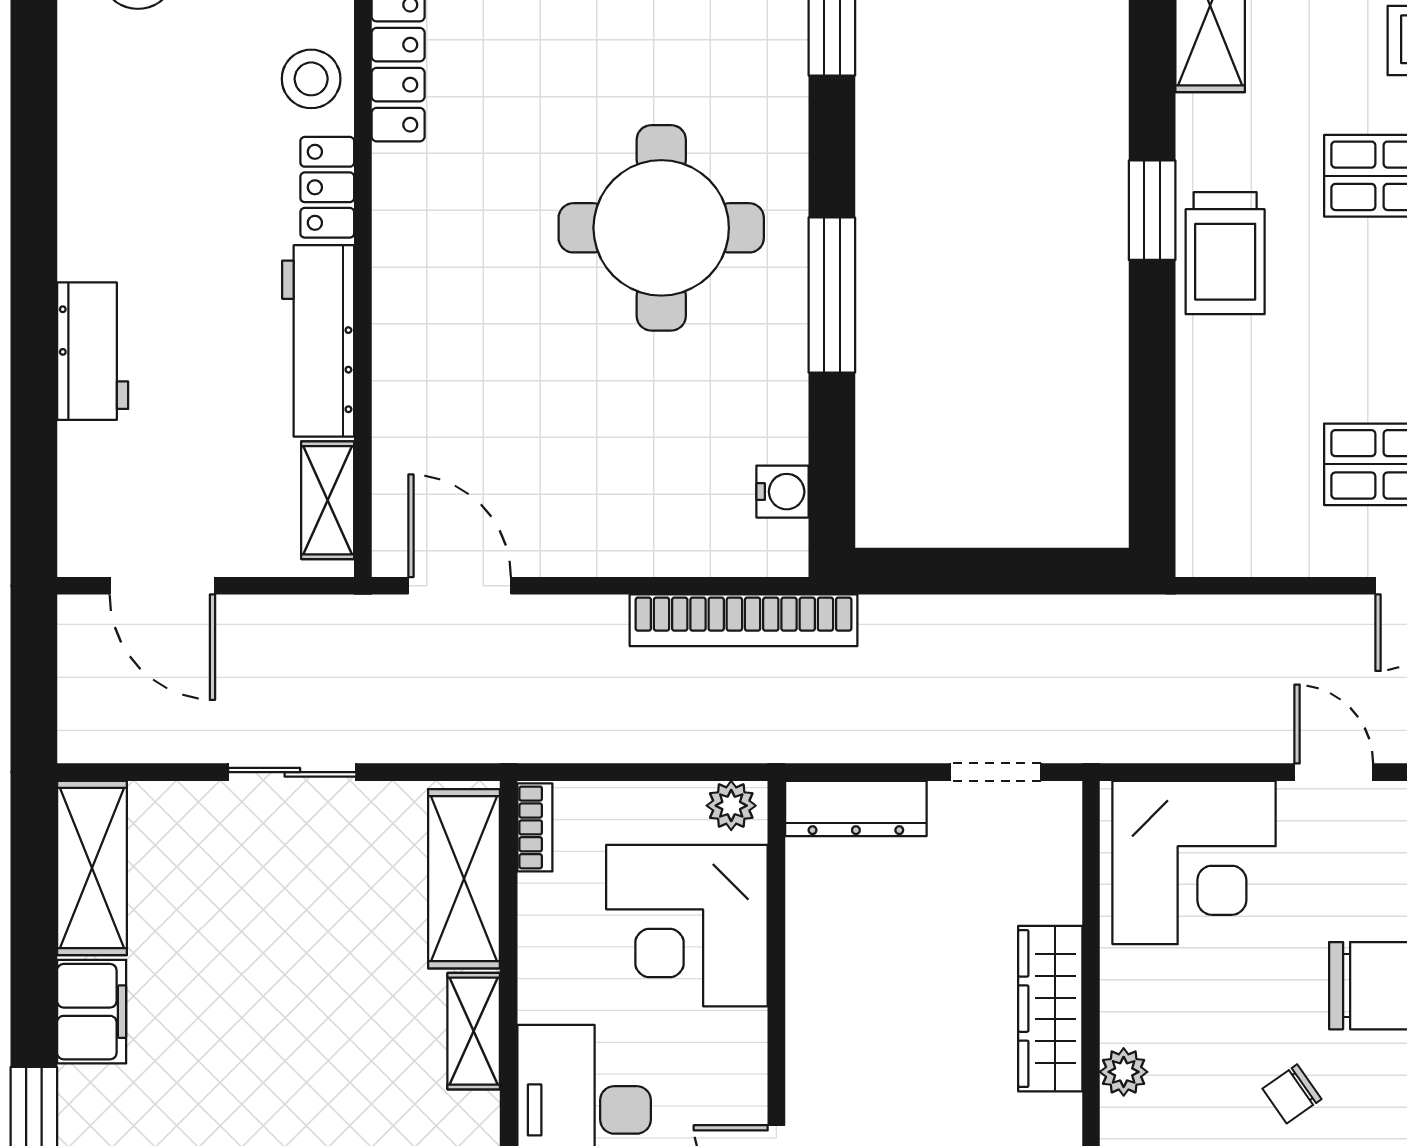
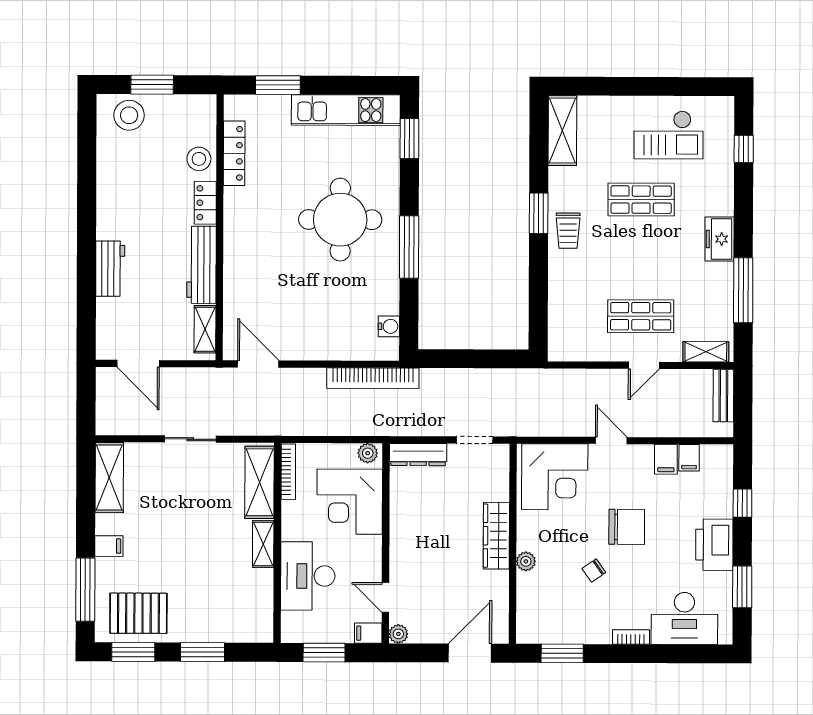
trolley: (1225, 253) -> (568, 231), width x0.73, depth x0.72
bookcase: (535, 827) -> (288, 472), width x1.56
filing cabinet: (92, 1012) -> (109, 546), width x0.50

